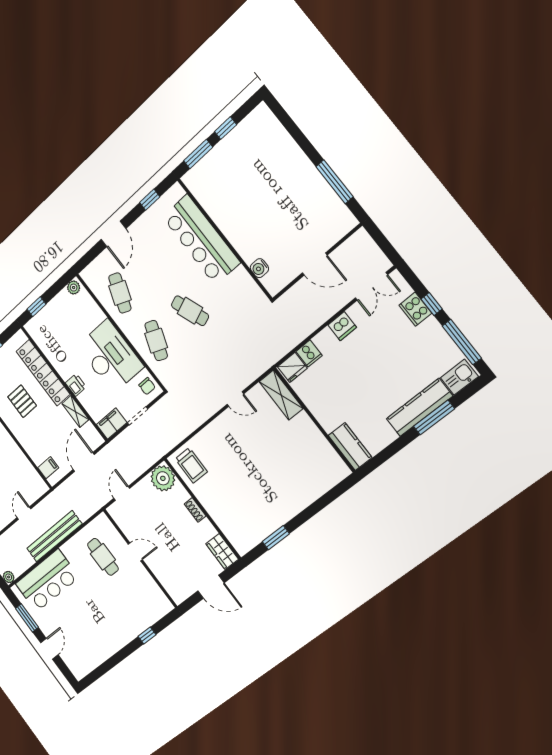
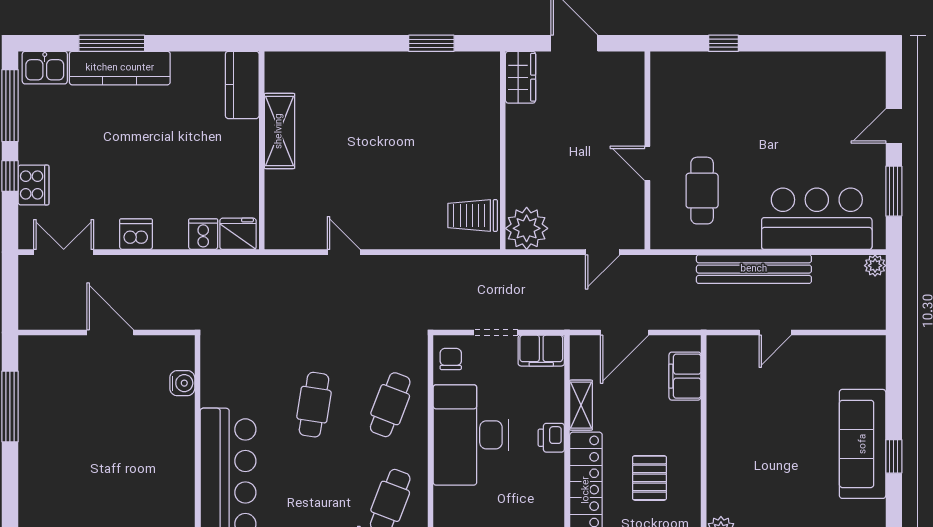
cafe table: (190, 311) -> (314, 405), turned 30
shelving: (281, 395) -> (279, 131), moved
trolley: (191, 465) -> (473, 215), turned -90
filing cabinet: (48, 468) -> (685, 376), width x2.00
shoe rack: (195, 510) -> (515, 156), removed

